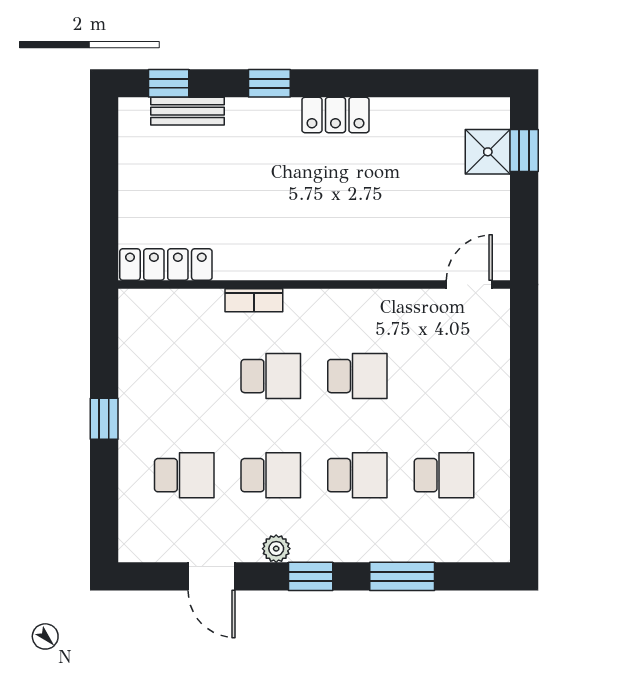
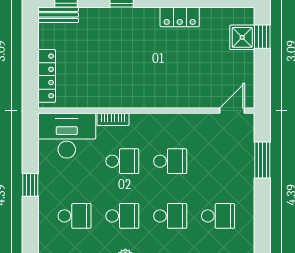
bench: (188, 111) -> (58, 15), moved
locker: (335, 115) -> (180, 17), moved
locker: (166, 265) -> (47, 76), moved, turned 90
desk: (170, 330) -> (67, 136), added
window: (524, 374) -> (262, 160), added

